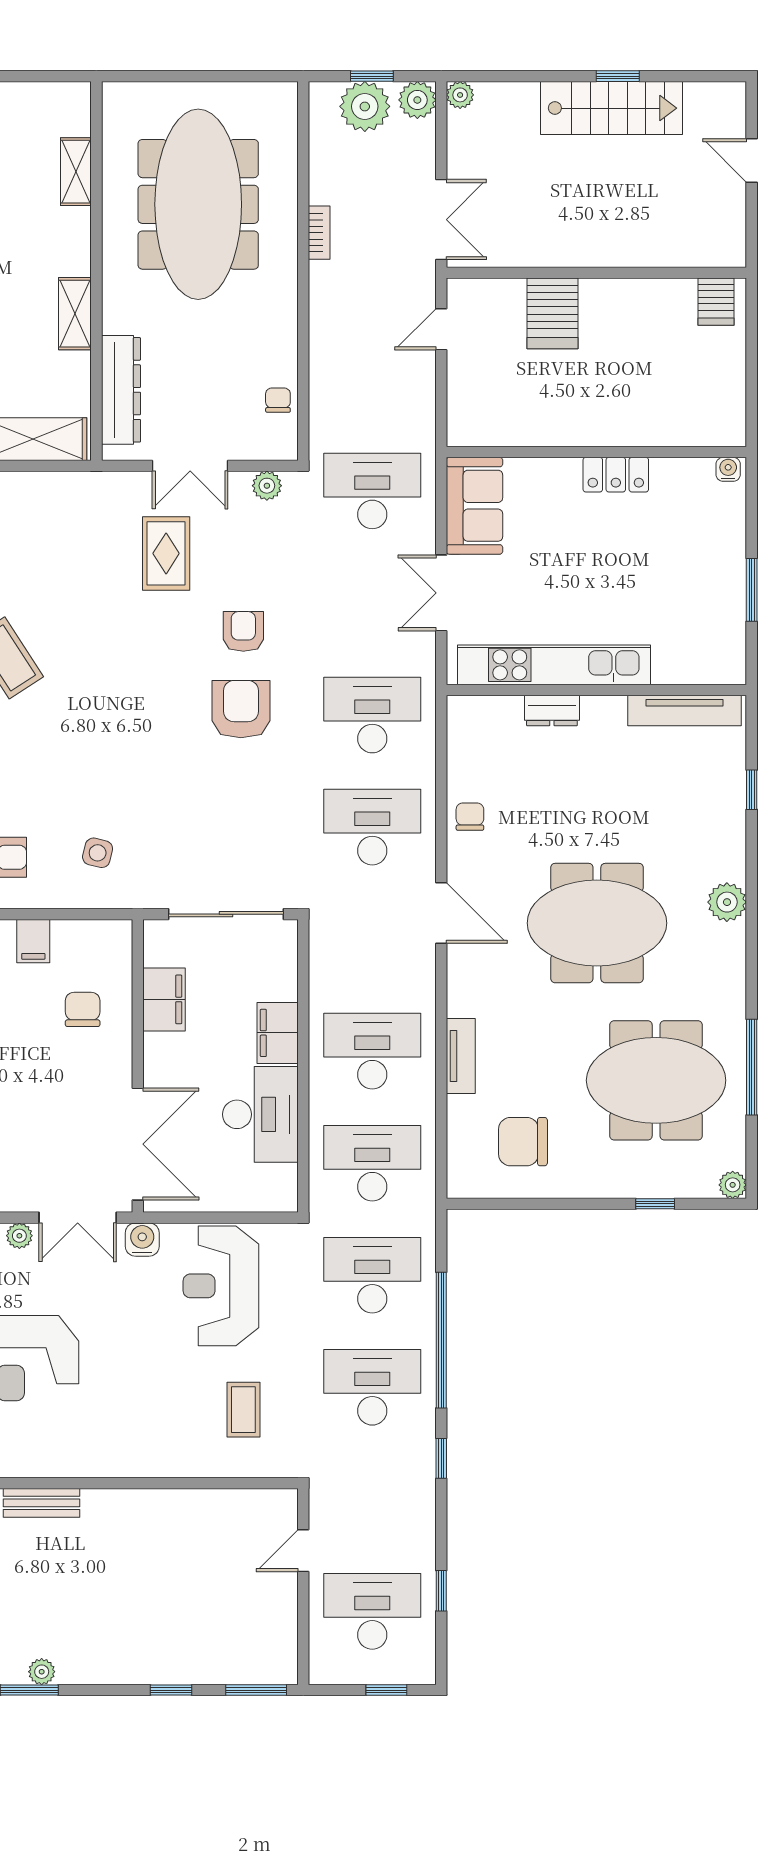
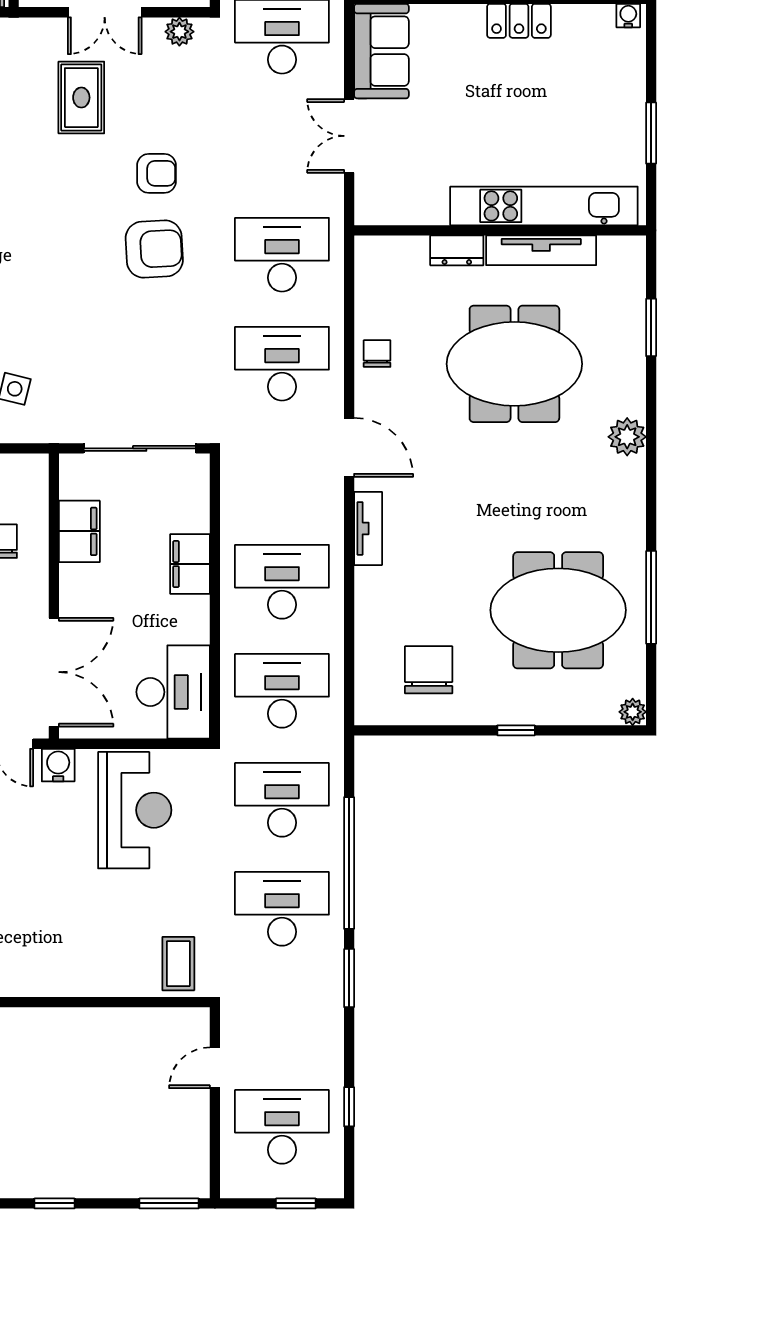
armchair: (243, 631) -> (157, 173), turned 90
kitchen unit: (554, 665) -> (544, 206), moved
armchair: (241, 709) -> (154, 249), turned 87
tv unit: (684, 710) -> (541, 250), moved
window: (752, 790) -> (651, 327), width x1.50
meeting table: (597, 923) -> (514, 364), moved
tv unit: (461, 1056) -> (368, 528), moved
desk: (260, 1114) -> (173, 692), moved
chair: (523, 1142) -> (429, 670), turned 90
window: (655, 1204) -> (516, 730), moved
reception desk: (221, 1286) -> (135, 810), turned 180
coffee table: (243, 1410) -> (178, 964), moved
window: (441, 1458) -> (349, 978), width x1.50
window: (171, 1690) -> (55, 1203), moved

